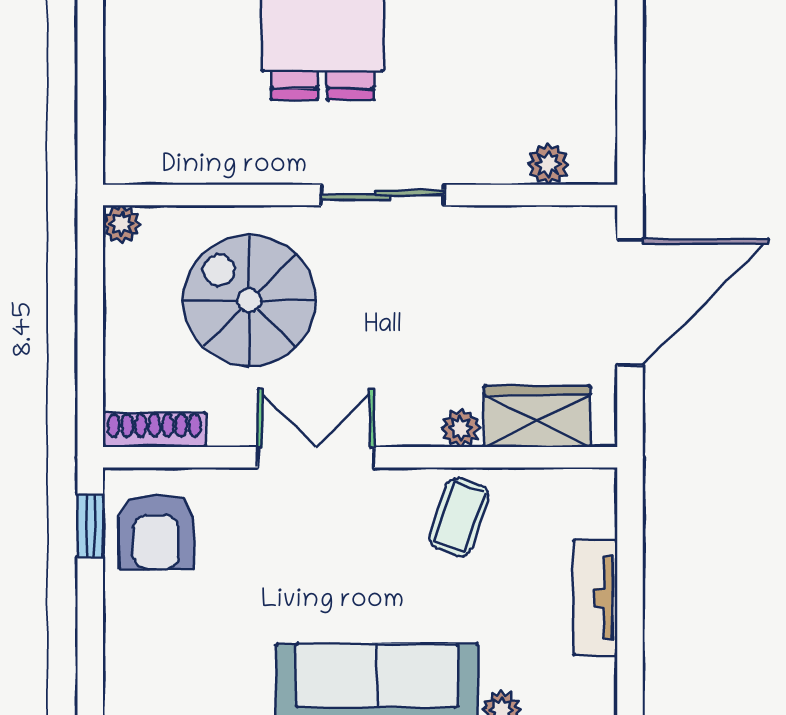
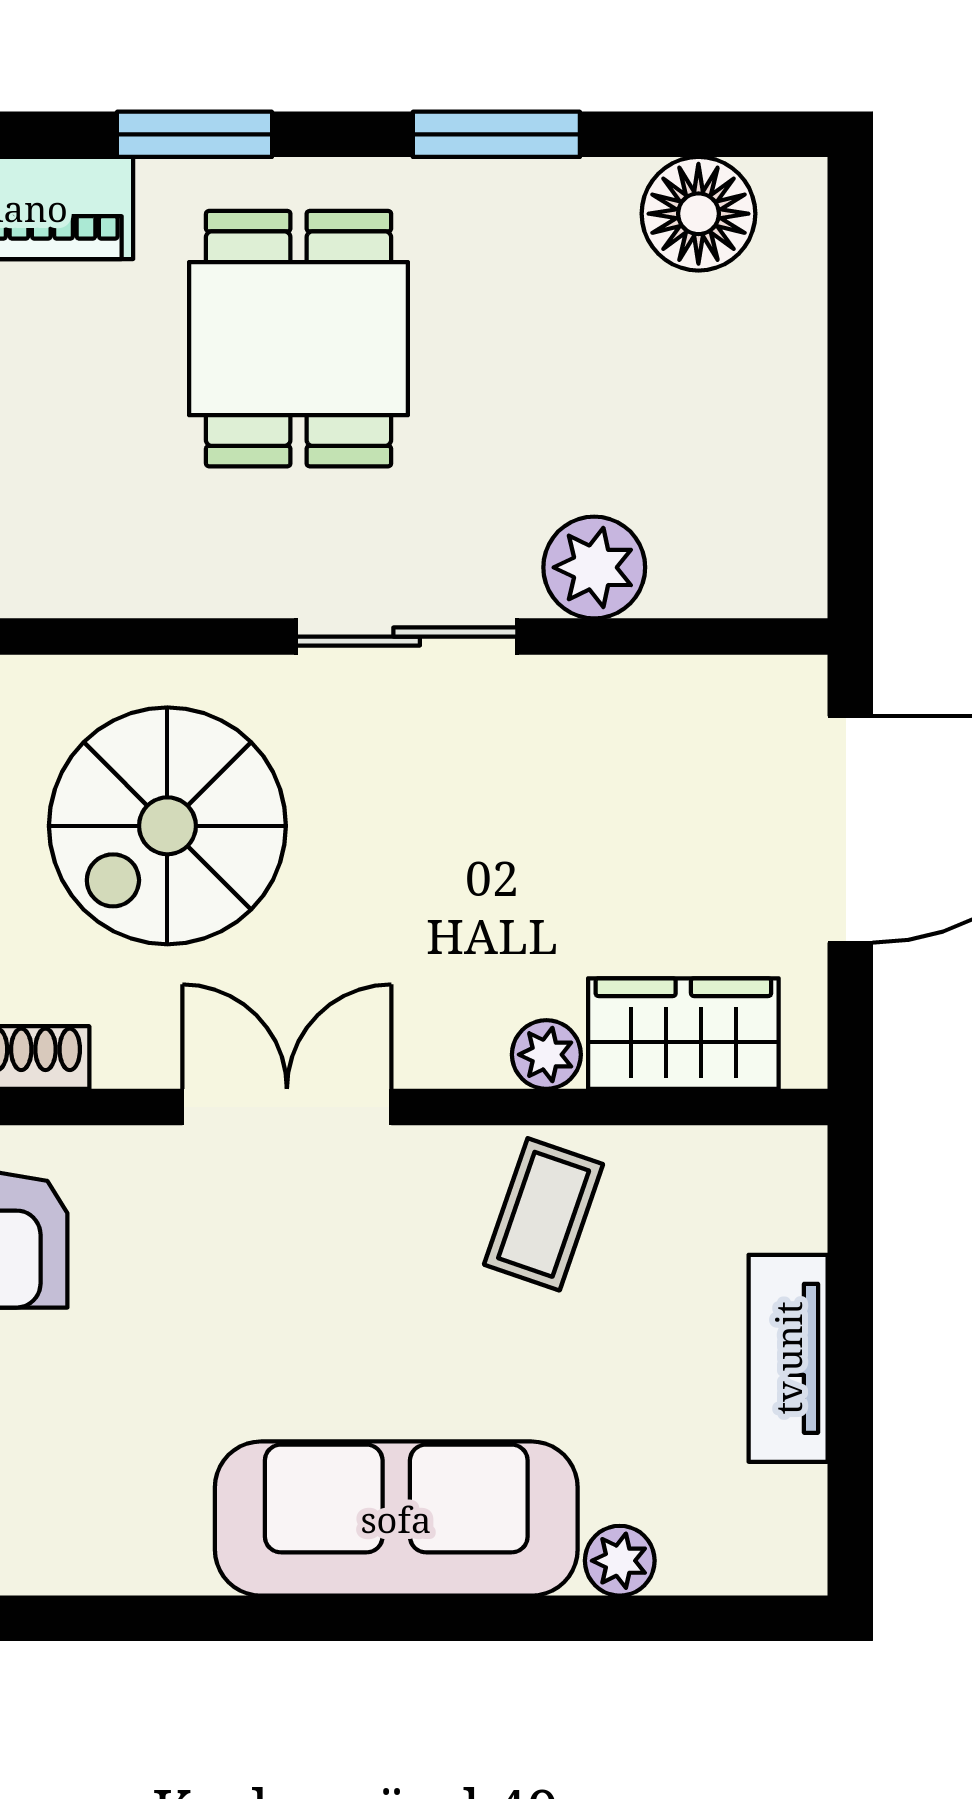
plant: (548, 164) -> (594, 567), moved, width x1.38, depth x1.38
spiral stairs: (249, 301) -> (167, 826), turned -90

